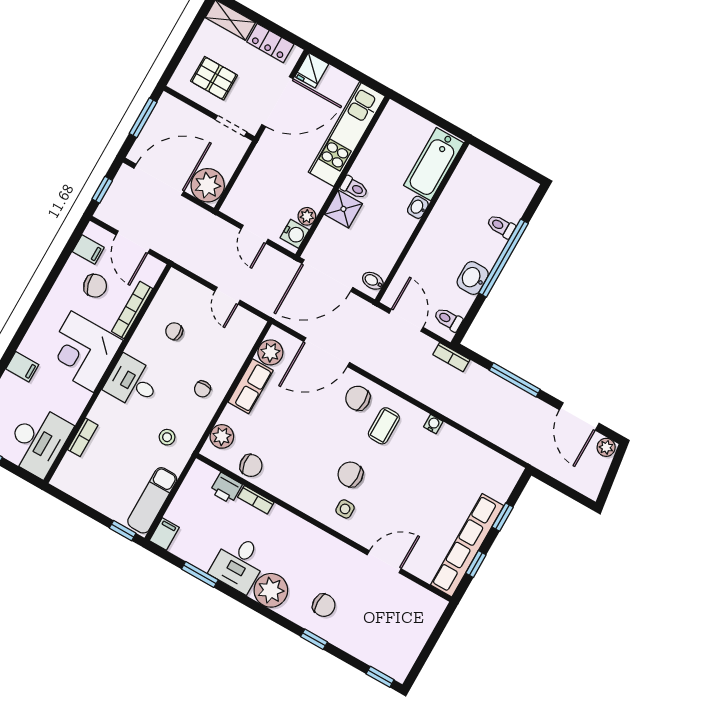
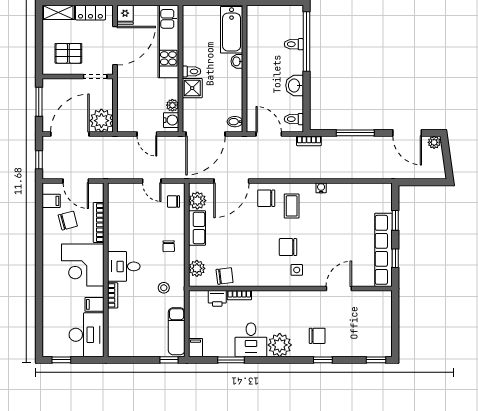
window: (503, 258) -> (306, 41), moved
chair: (174, 331) -> (174, 202), moved
filing cabinet: (22, 367) -> (94, 304), moved, turned 180
bookcase: (83, 437) -> (113, 295), moved

